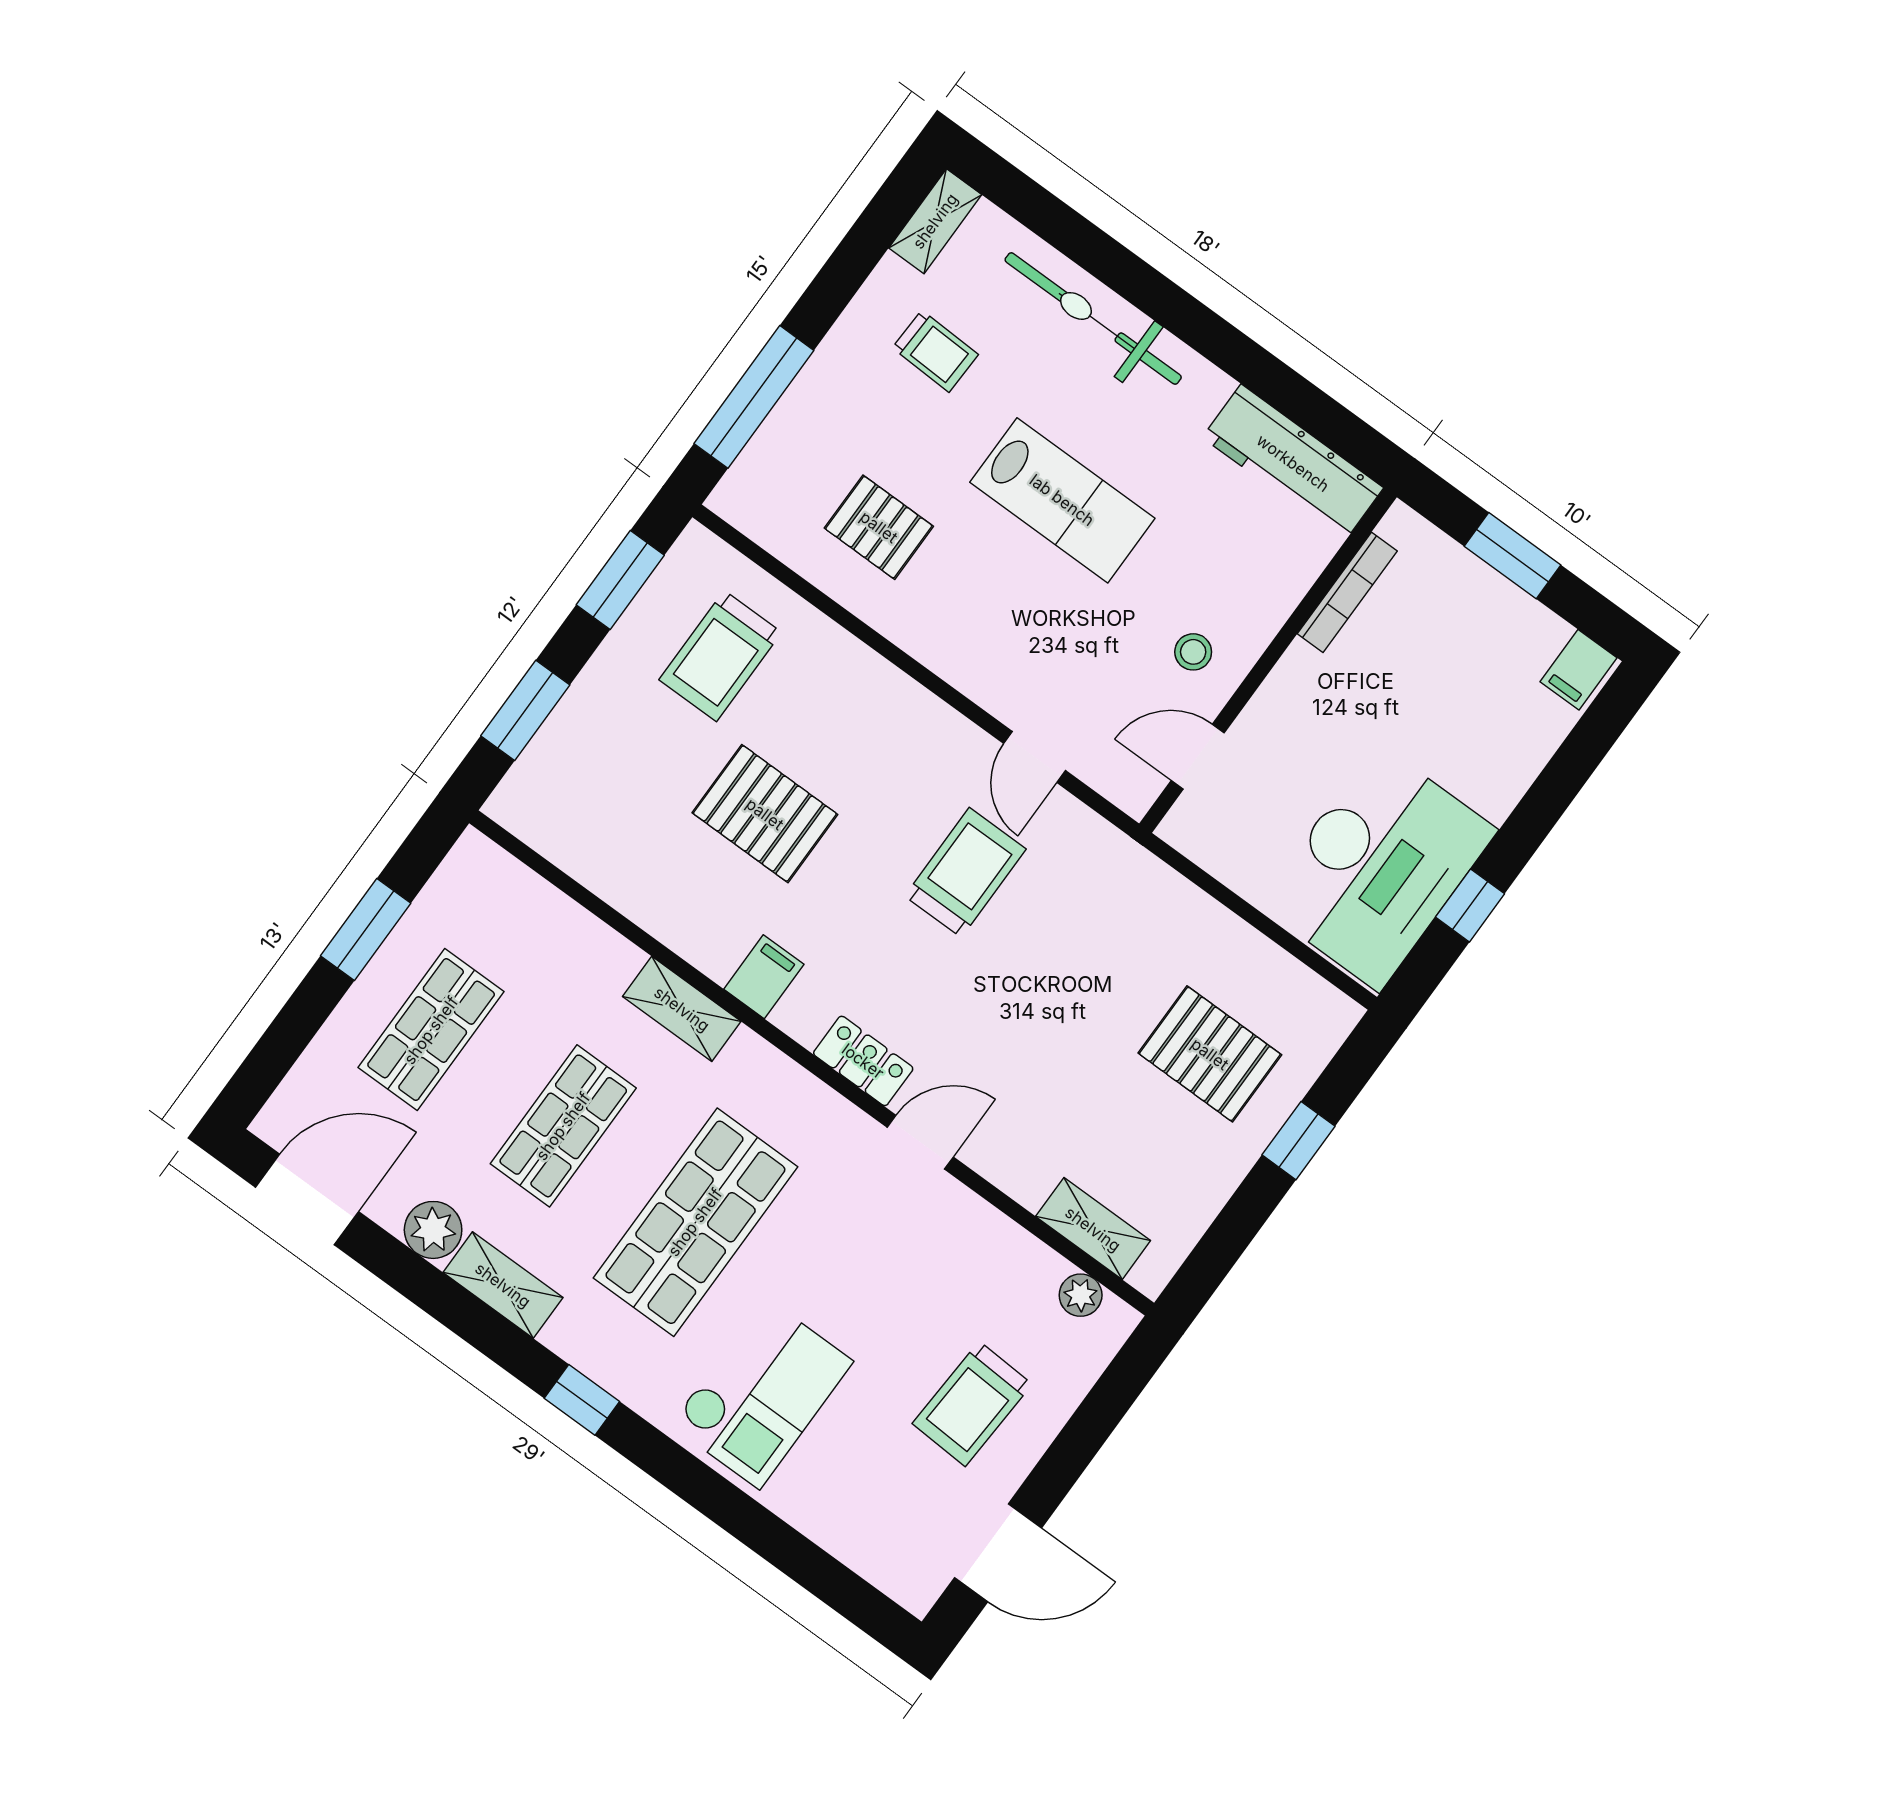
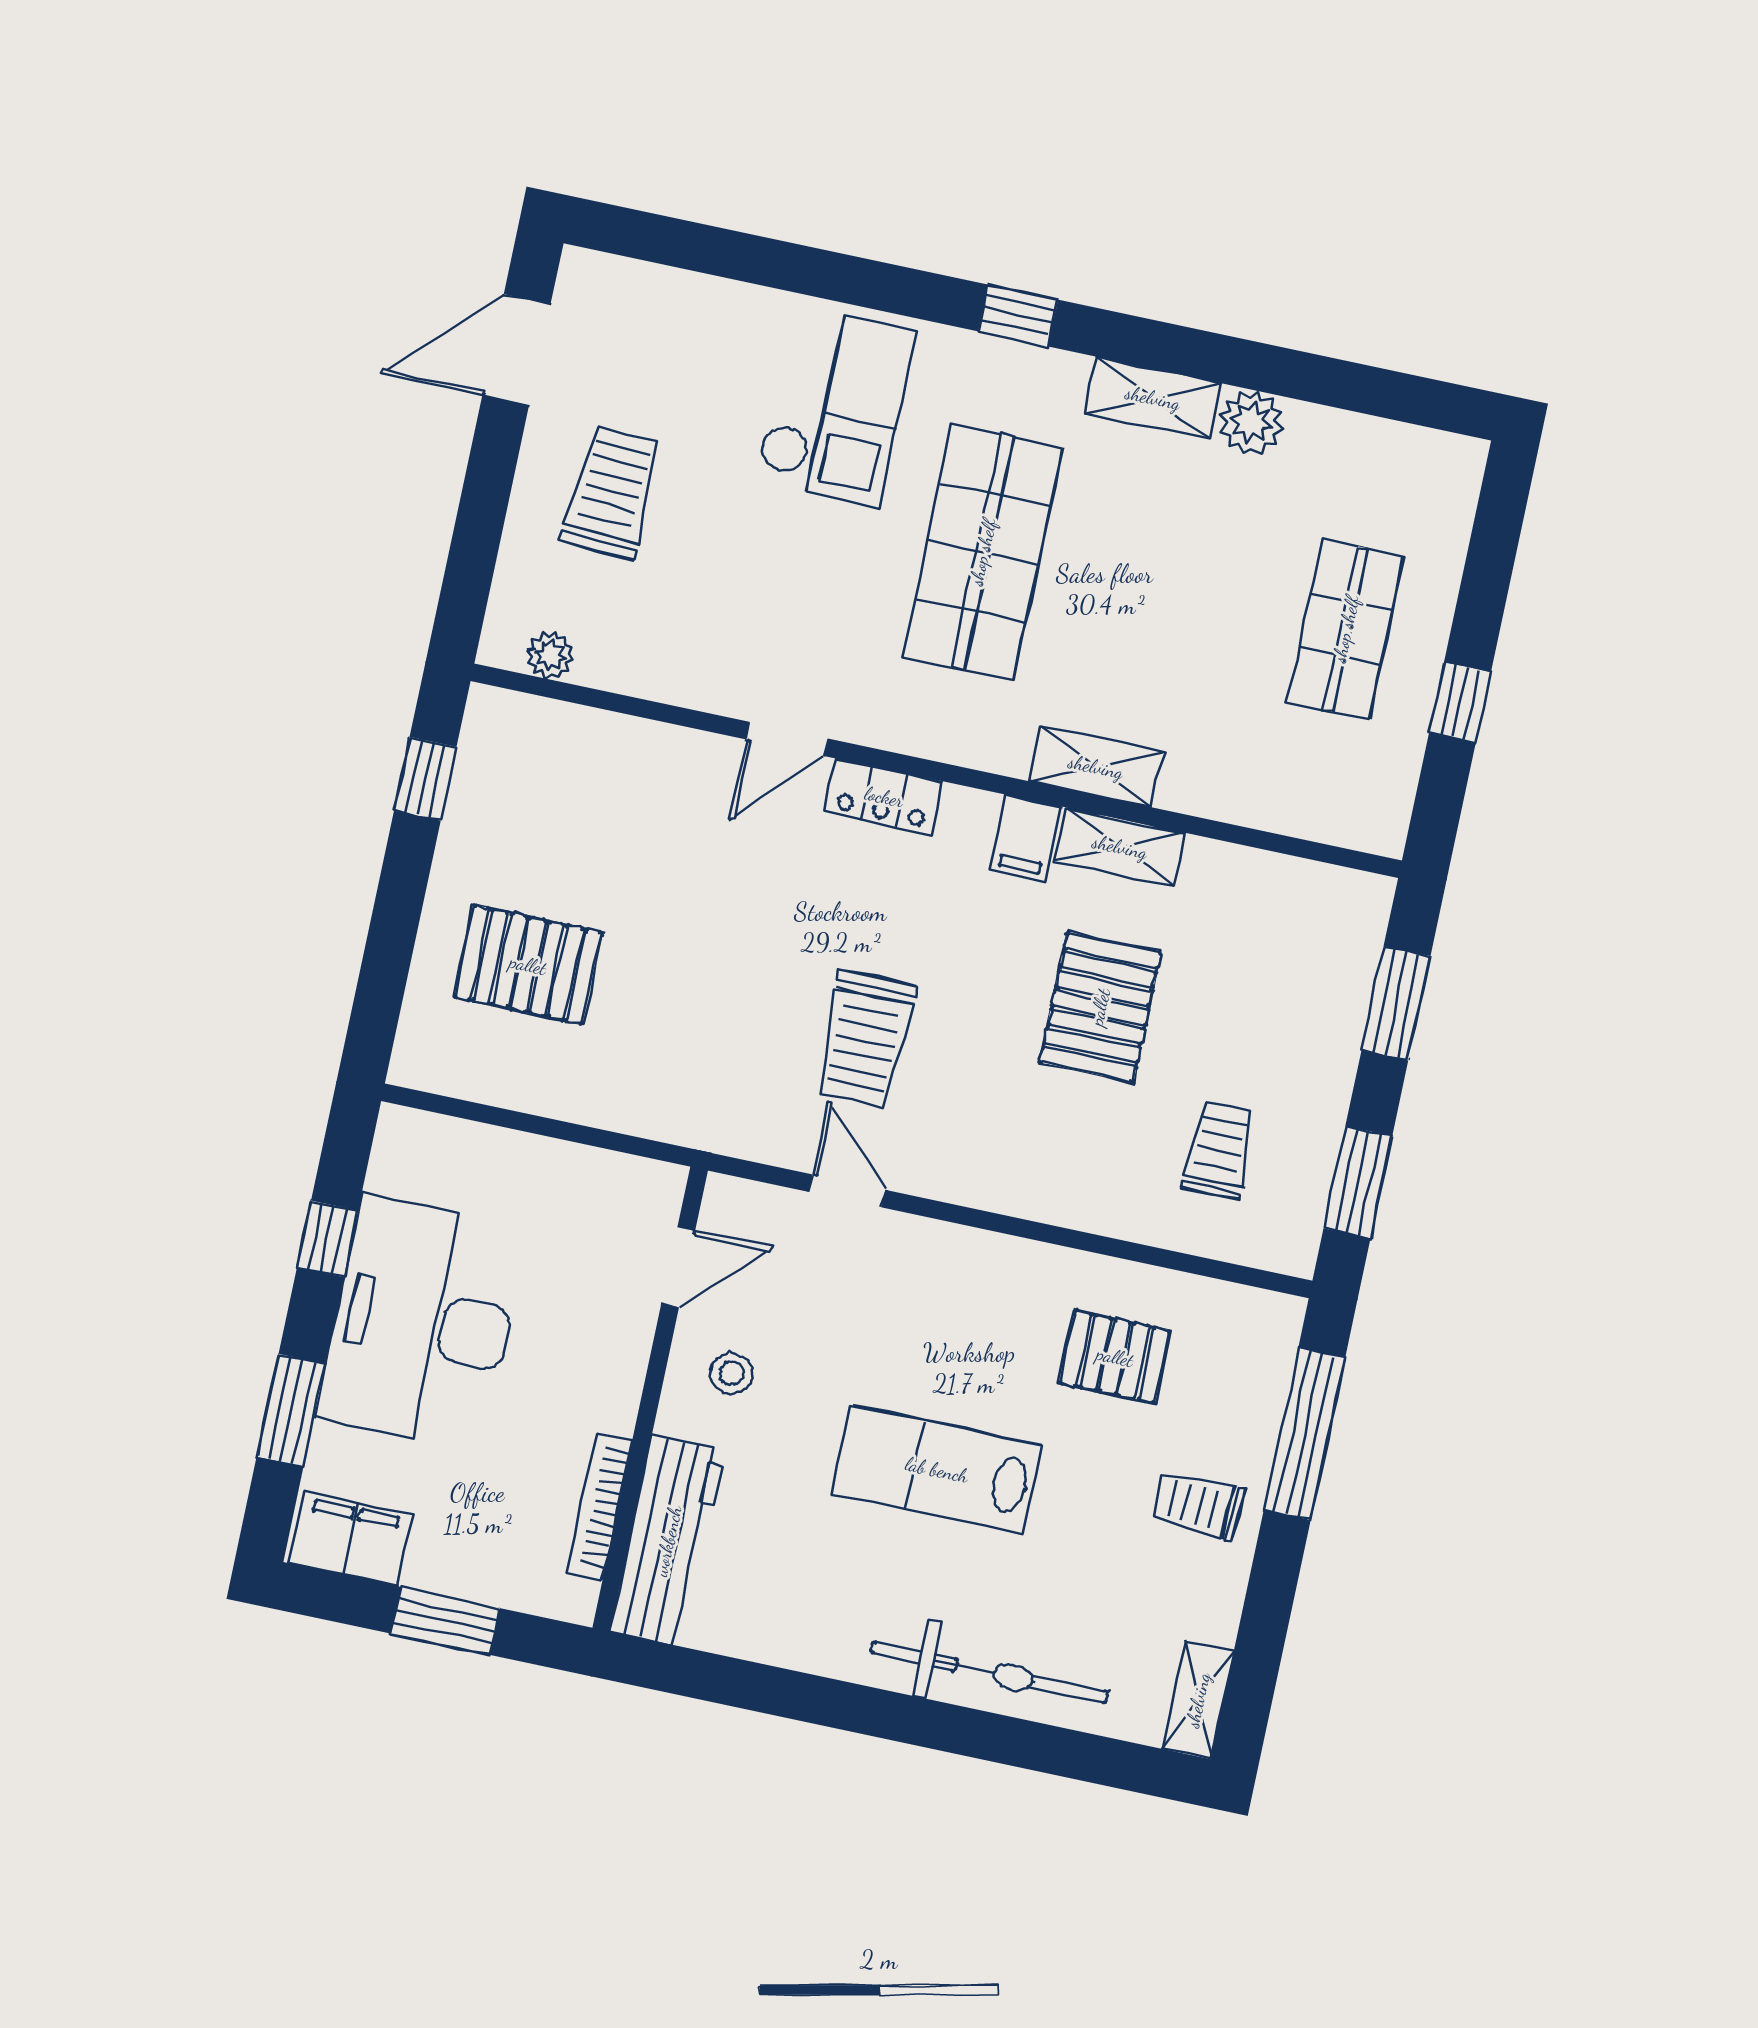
trolley: (935, 351) -> (1199, 1505), moved
workbench: (1293, 463) -> (668, 1541), moved, turned 90
trolley: (720, 656) -> (1219, 1150), width x0.73, depth x0.72
filing cabinet: (1578, 670) -> (351, 1539), width x2.00
window: (1561, 781) -> (291, 1410), added
pallet: (765, 814) -> (1100, 1007), turned 90
desk: (1378, 867) -> (422, 1323), moved
window: (366, 929) -> (1460, 702), width x0.67
shop shelf: (563, 1126) -> (1164, 591), removed
window: (1299, 1141) -> (425, 779), moved
door: (307, 1199) -> (1396, 396), removed
shelving: (1093, 1229) -> (1120, 847), moved
checkout: (762, 1393) -> (835, 406), turned 180

